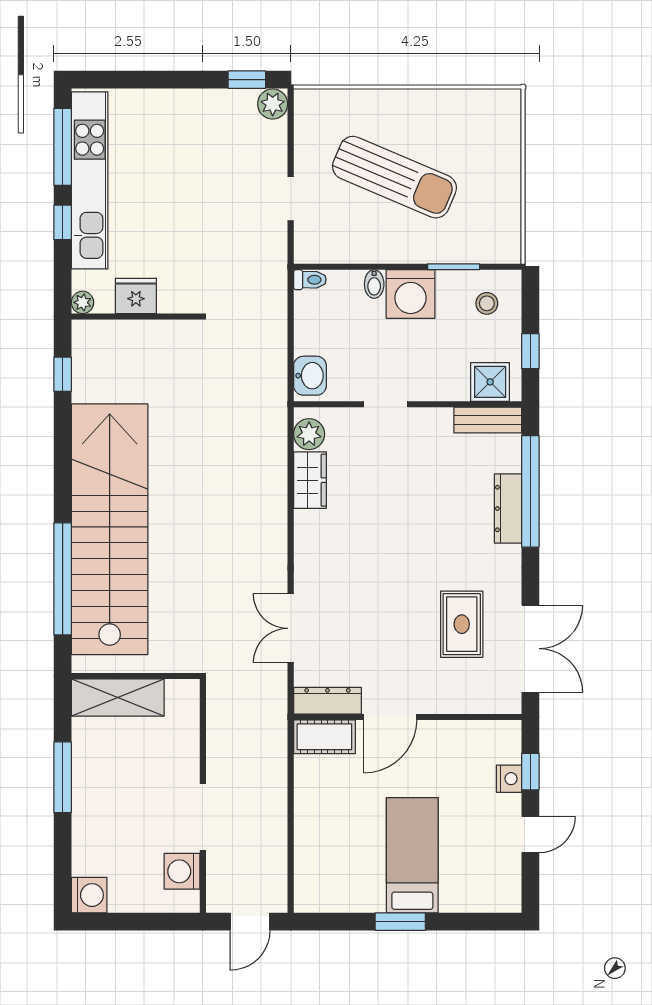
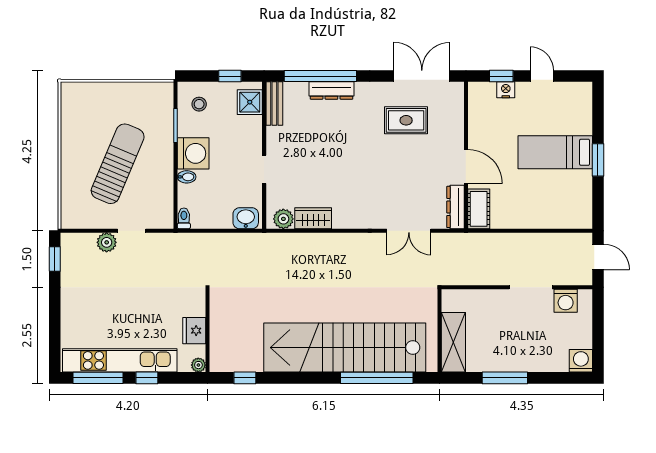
plant: (273, 104) -> (107, 242), moved

